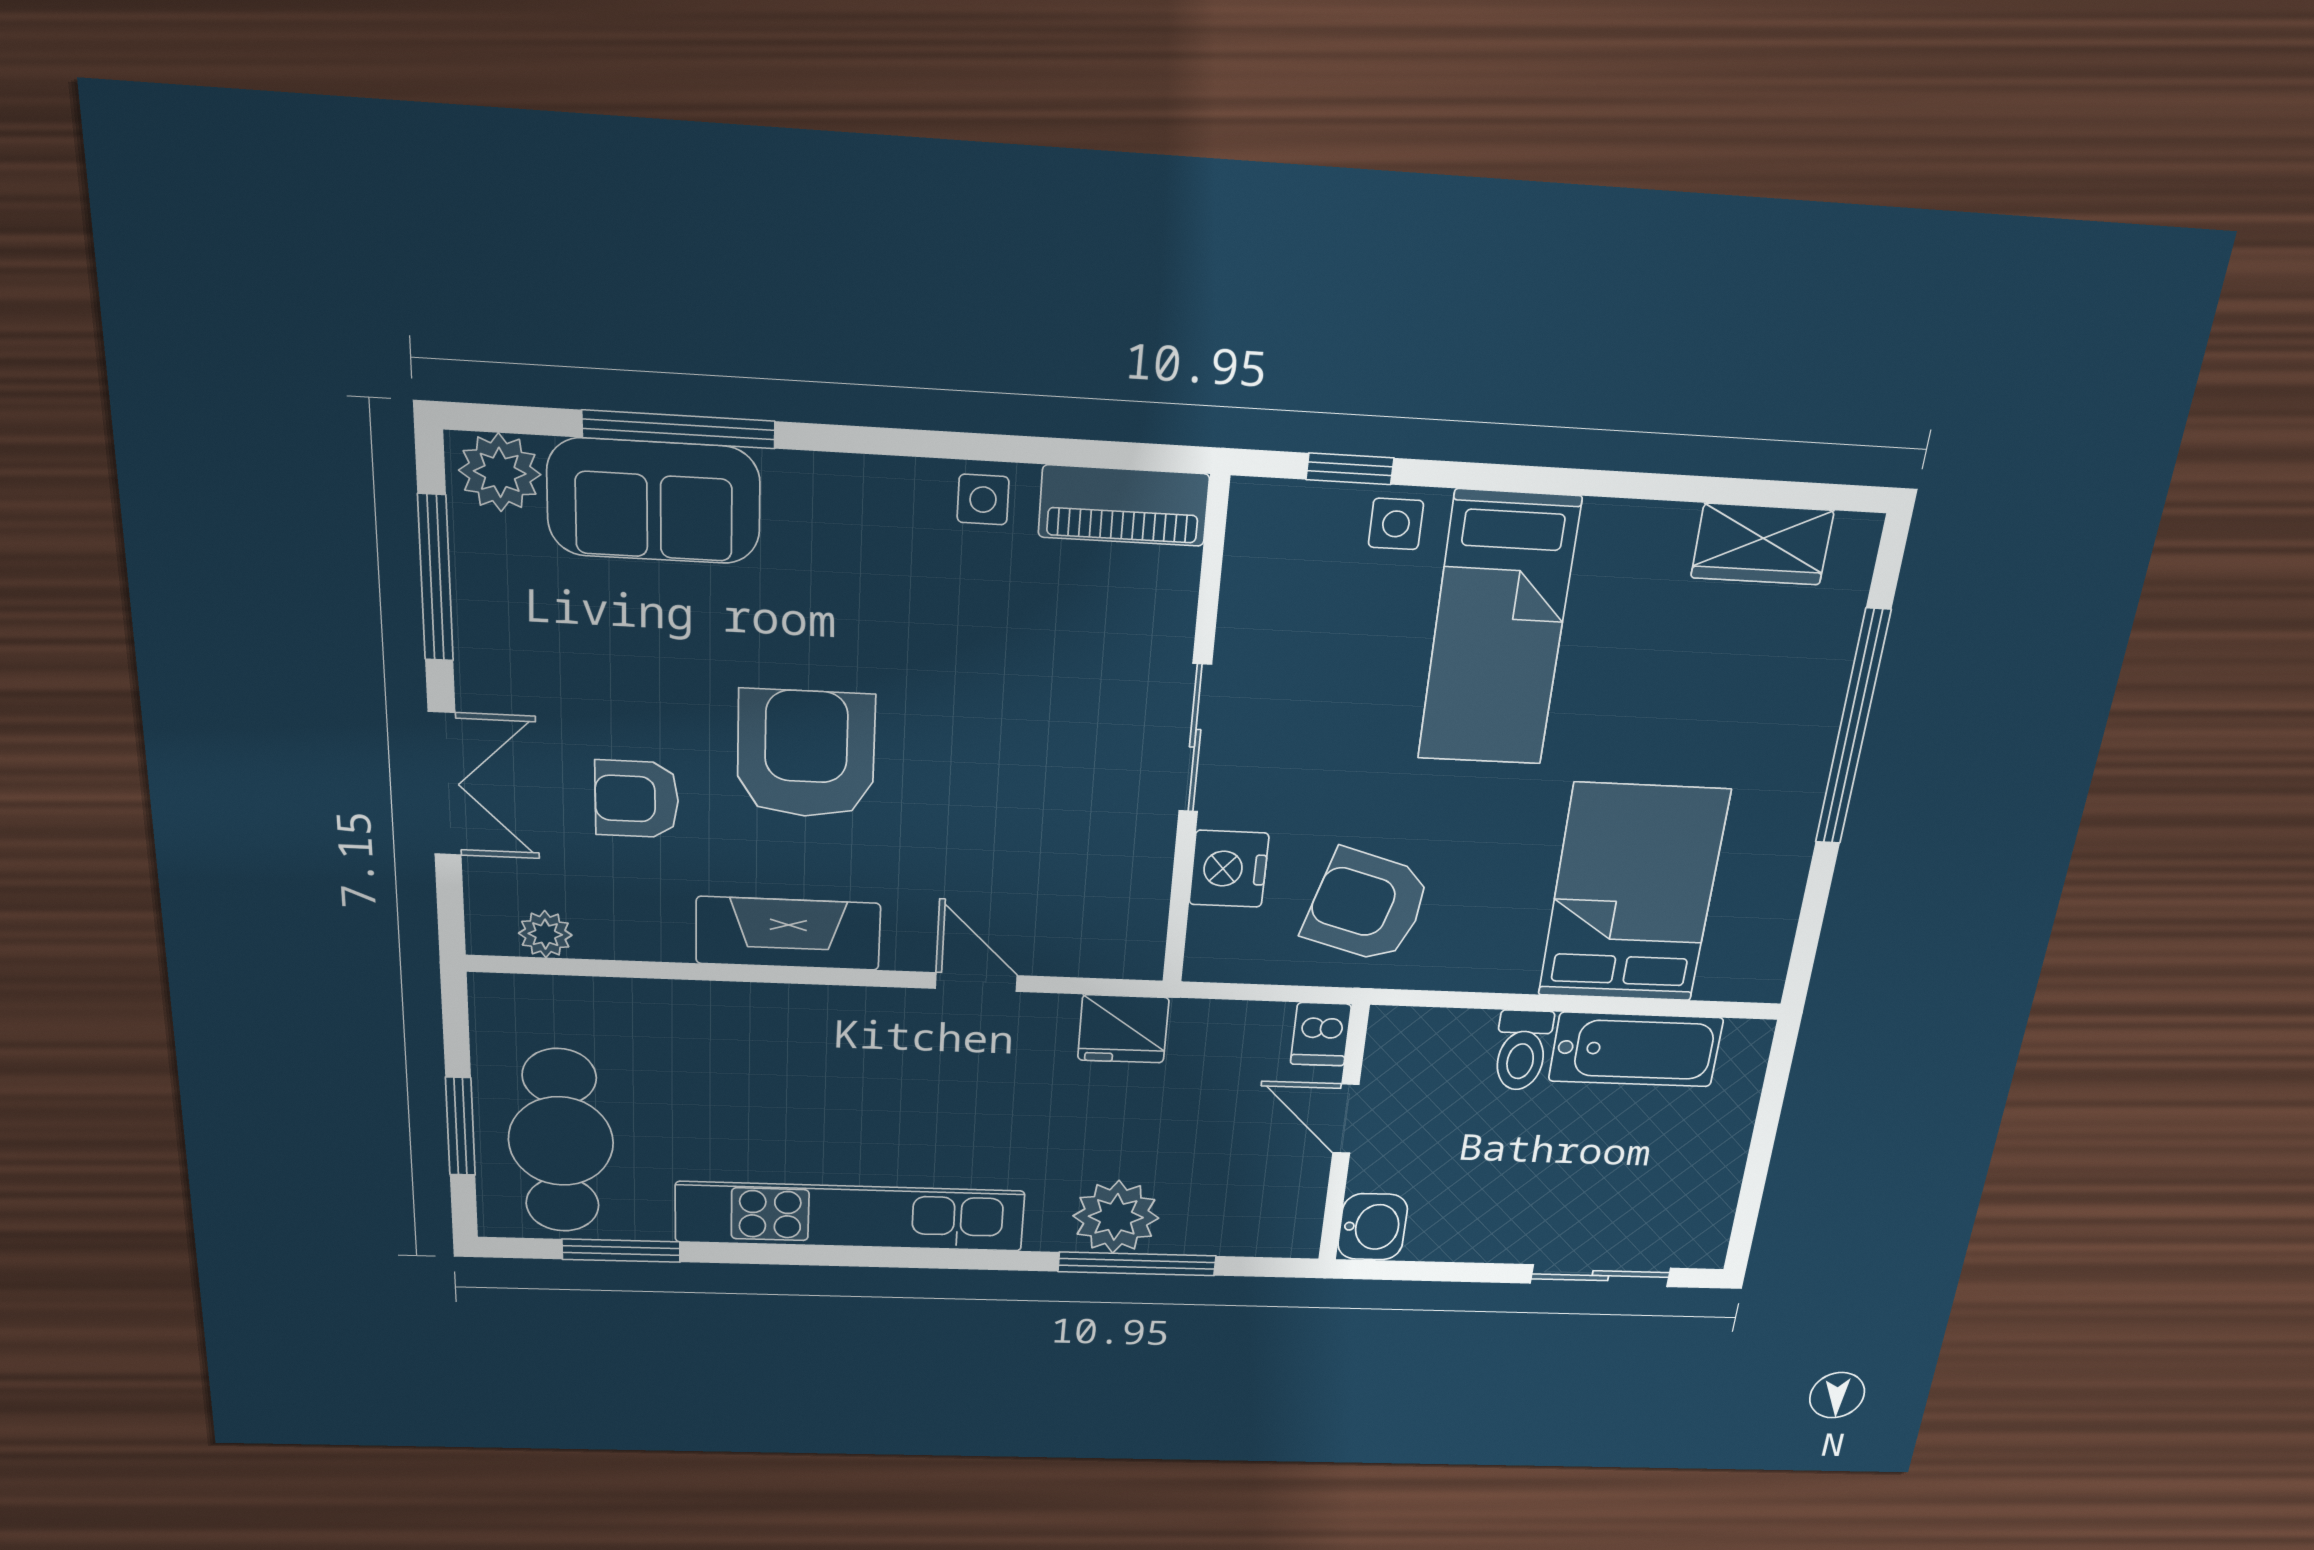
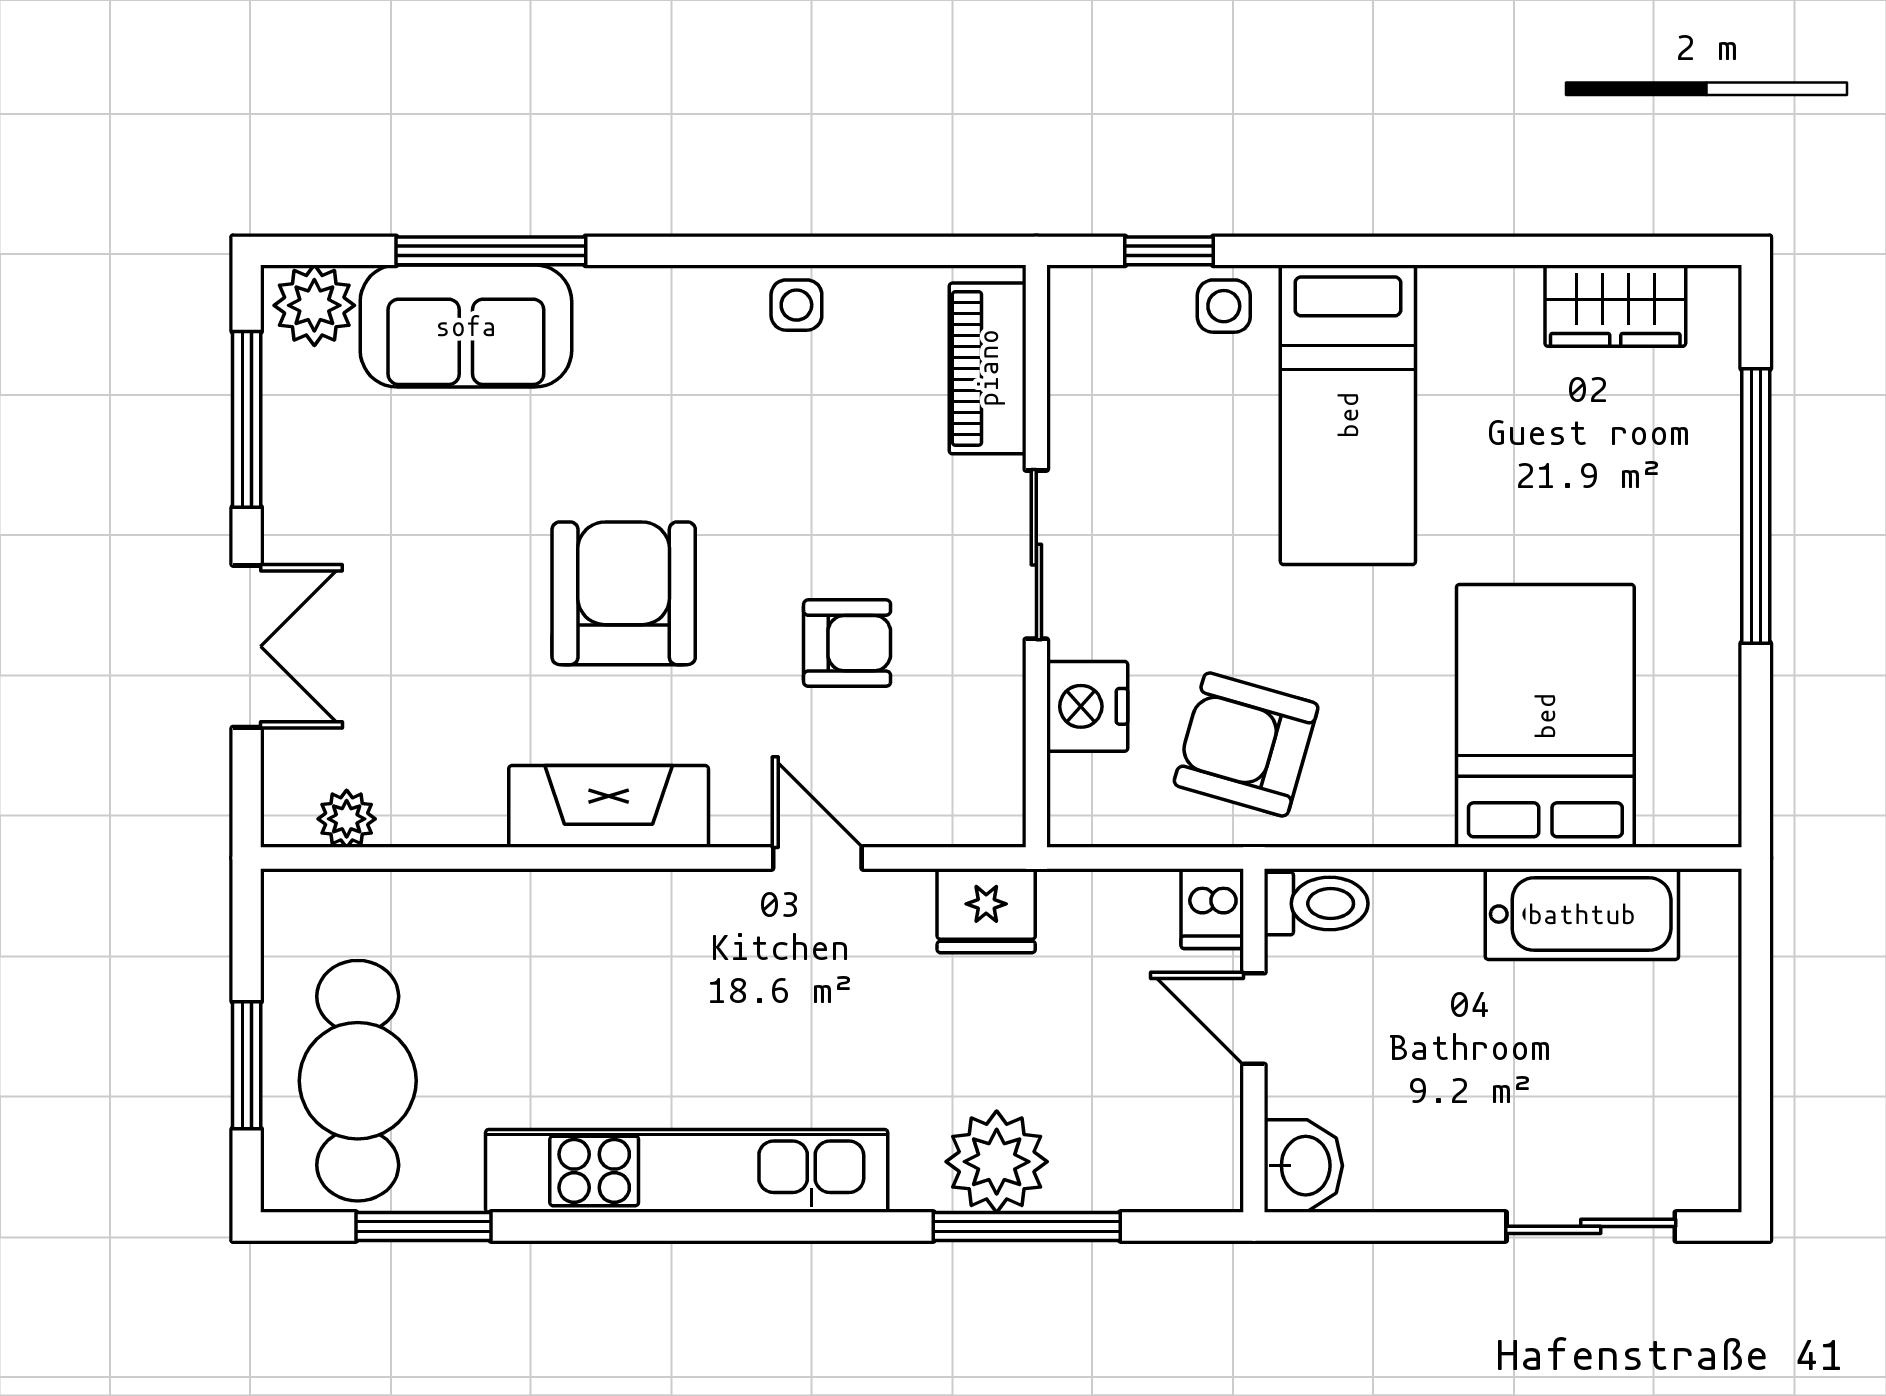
piano: (1124, 506) -> (988, 368), moved, turned 90
armchair: (637, 799) -> (847, 643), moved, turned 180
toilet: (1522, 1050) -> (1316, 904), moved, turned -90

